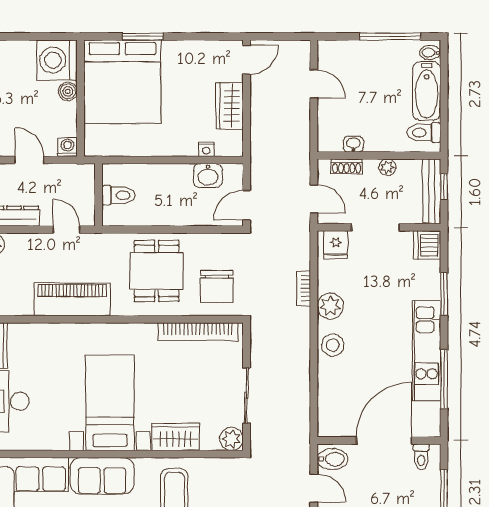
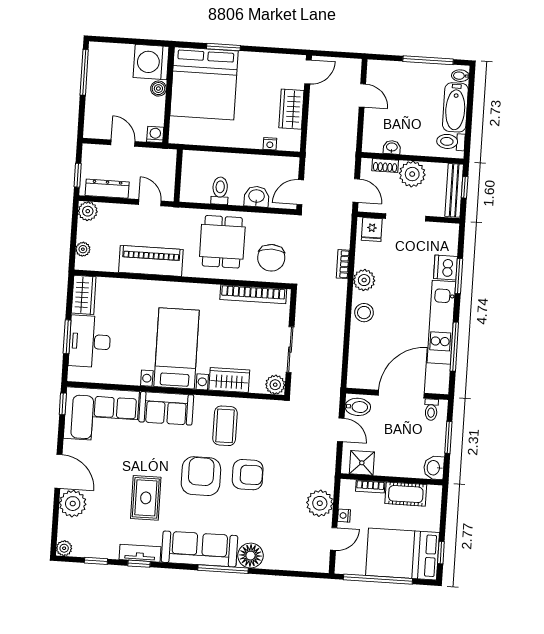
plant: (387, 167) -> (412, 174), width x1.87, depth x1.87
washbasin: (208, 176) -> (257, 197), moved, turned 180
toilet: (118, 195) -> (220, 191), moved, turned -90
dishwasher: (427, 245) -> (445, 268), moved

